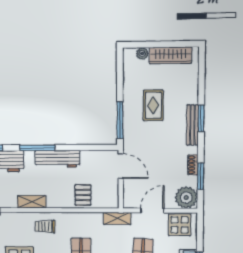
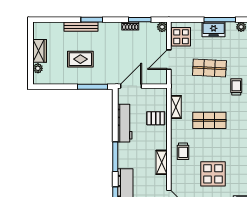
wardrobe: (170, 55) -> (40, 51), width x0.67
bench: (192, 125) -> (81, 27), moved
workbench: (57, 159) -> (125, 123), moved
plant: (186, 198) -> (162, 27), width x0.53, depth x0.53
door: (152, 211) -> (169, 60), hinge flipped
shelving: (117, 219) -> (176, 107), moved

